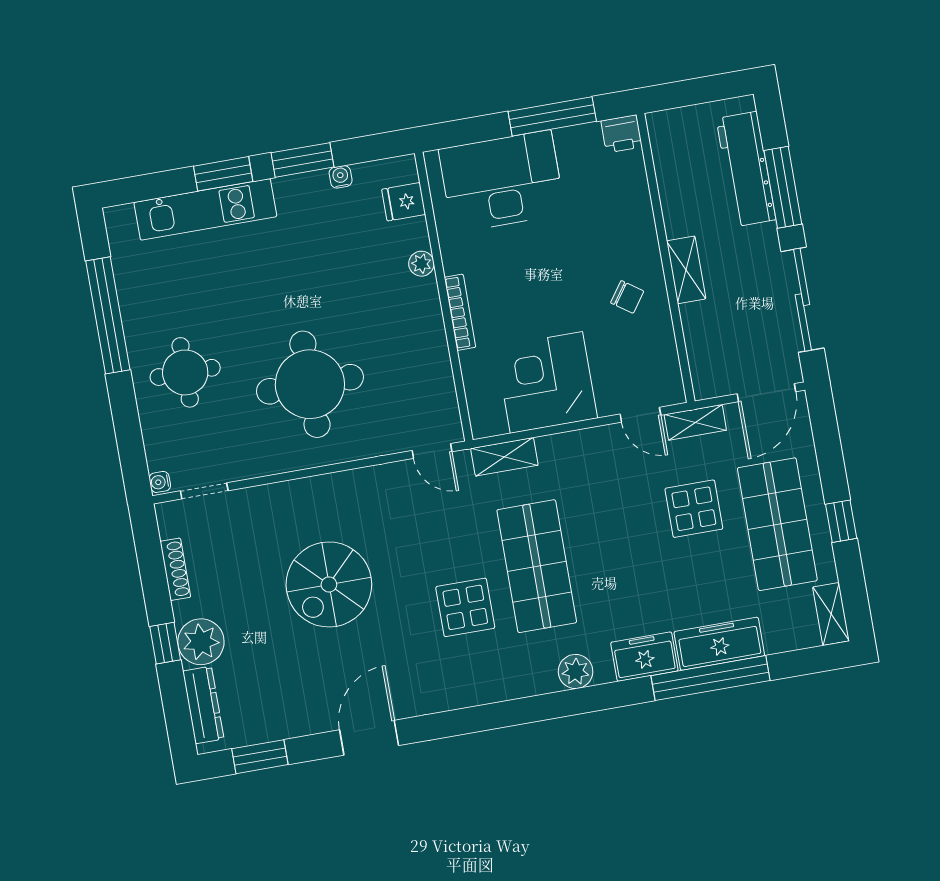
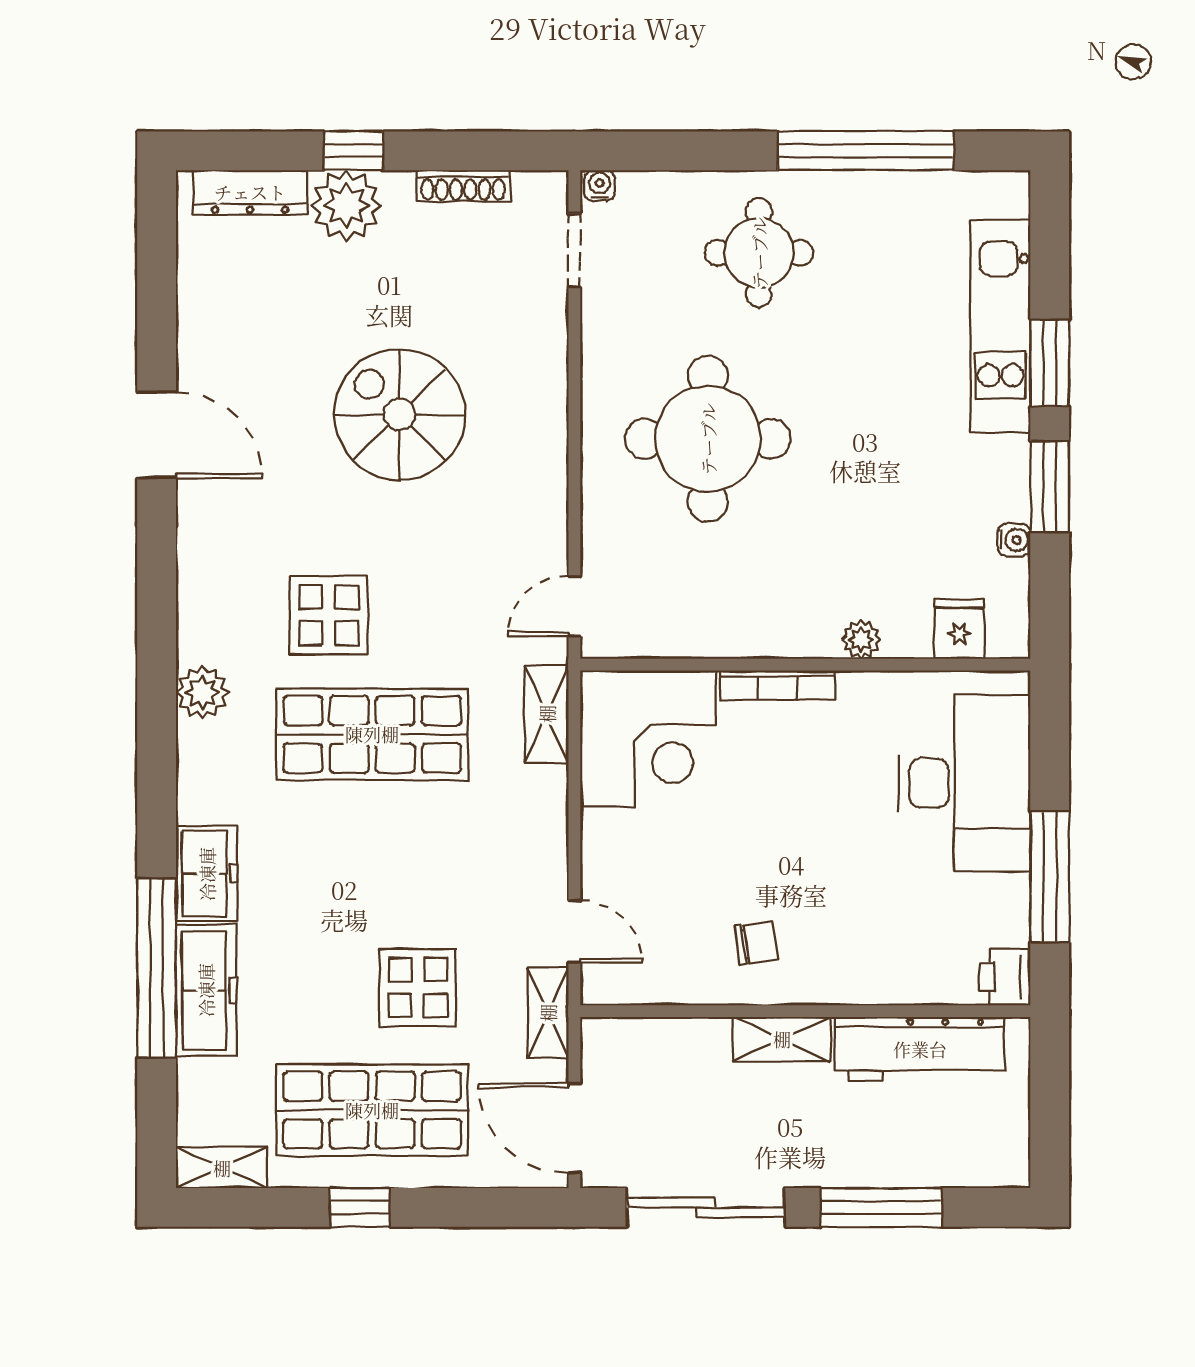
workbench: (746, 169) -> (920, 1049), moved, turned 180
chair: (627, 297) -> (756, 943), turned -133
corner desk: (546, 382) -> (648, 738), moved, turned 90
door: (640, 415) -> (574, 932), swing flipped
plant: (576, 671) -> (202, 692), moved
window: (260, 757) -> (157, 264), removed

